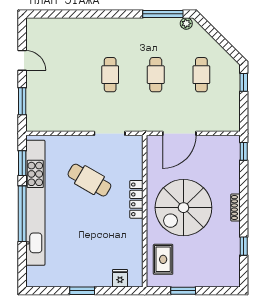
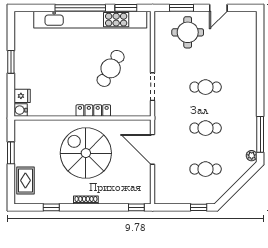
round table: (49, 94) -> (188, 32), added
rug: (163, 259) -> (25, 180), moved, turned 90
water cooler: (136, 280) -> (21, 110), added

